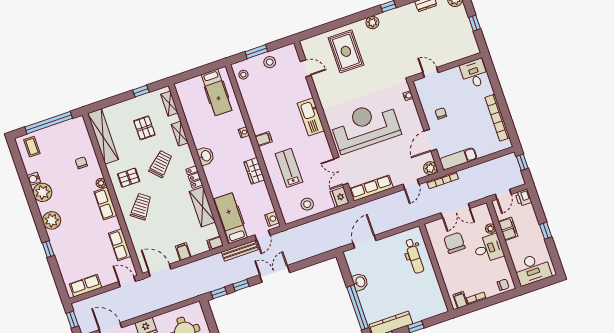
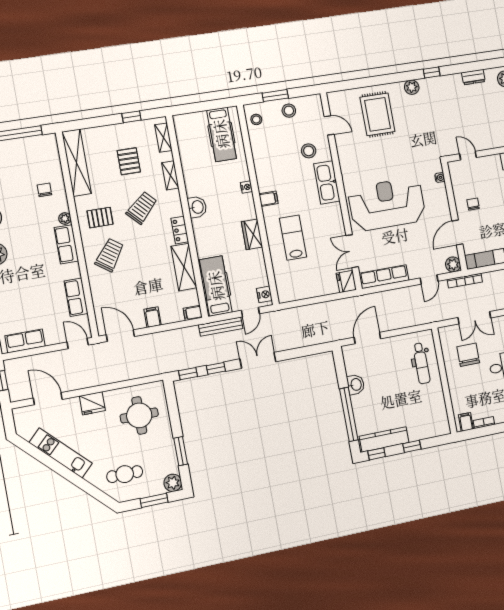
stool: (307, 204) -> (309, 151), moved

